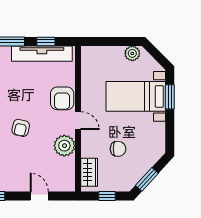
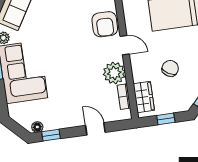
armchair: (21, 128) -> (66, 61), removed
chair: (118, 149) -> (170, 68), turned -59
bookcase: (70, 169) -> (124, 97), added

